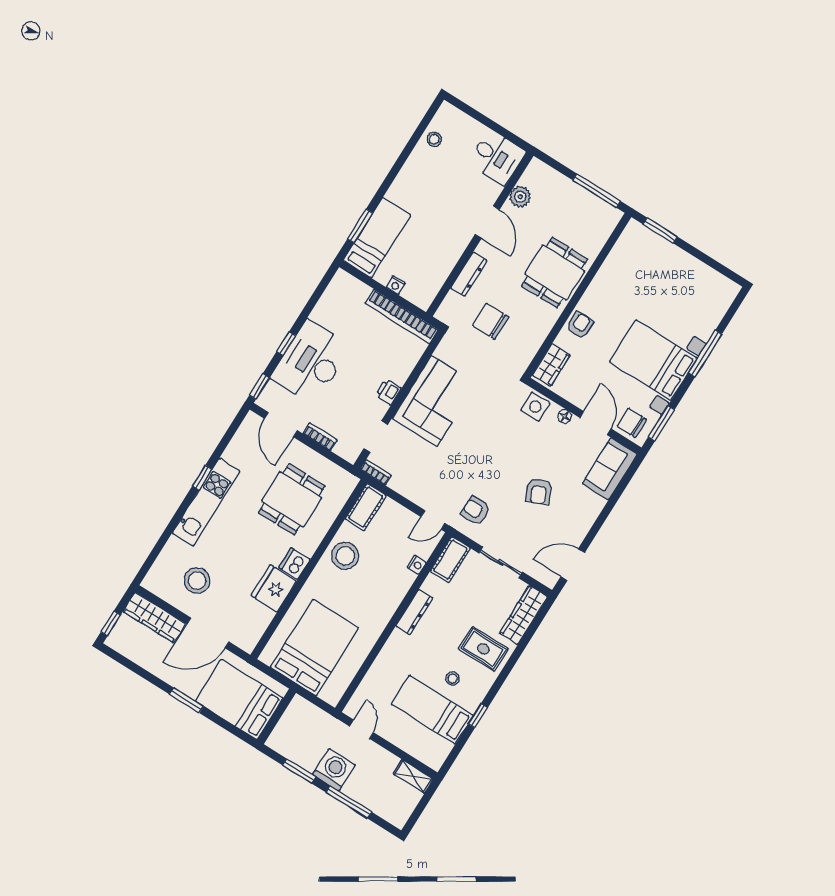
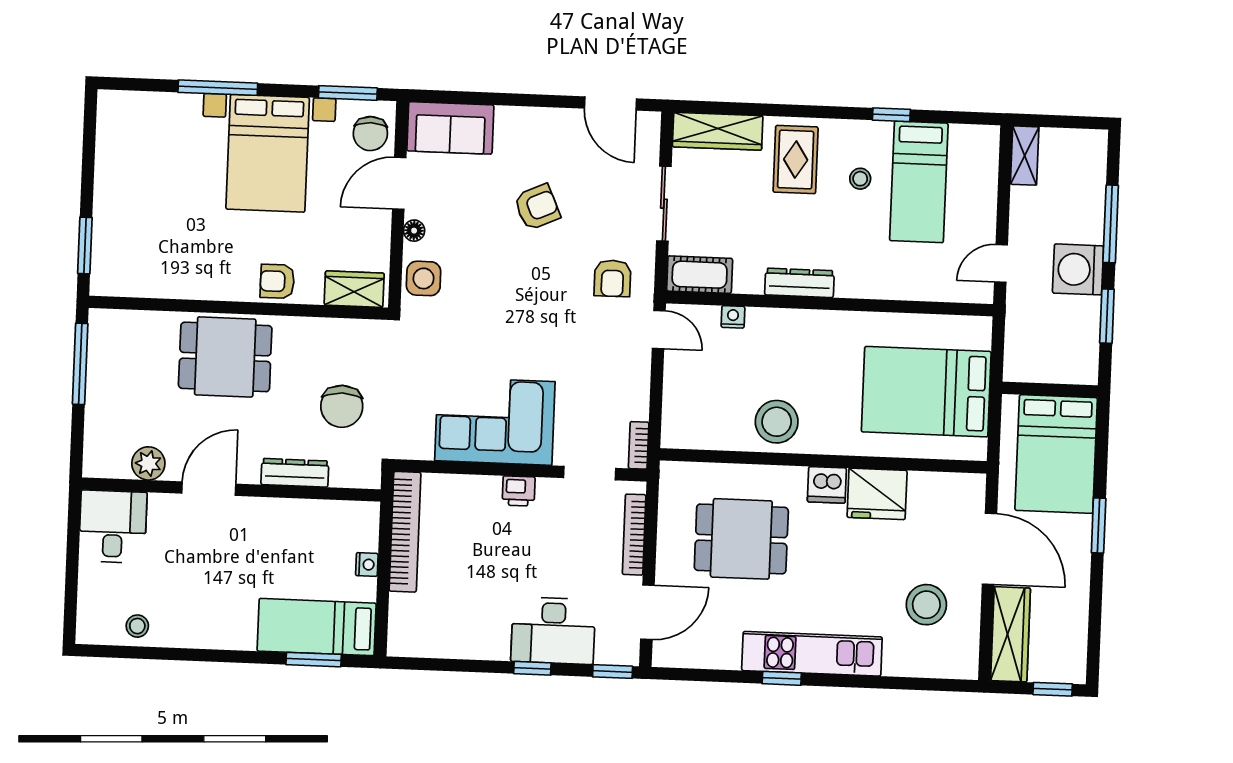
desk: (311, 362) -> (553, 631), width x0.73, depth x0.77
bookcase: (320, 437) -> (634, 535), width x1.56
cot: (366, 507) -> (694, 431), removed

